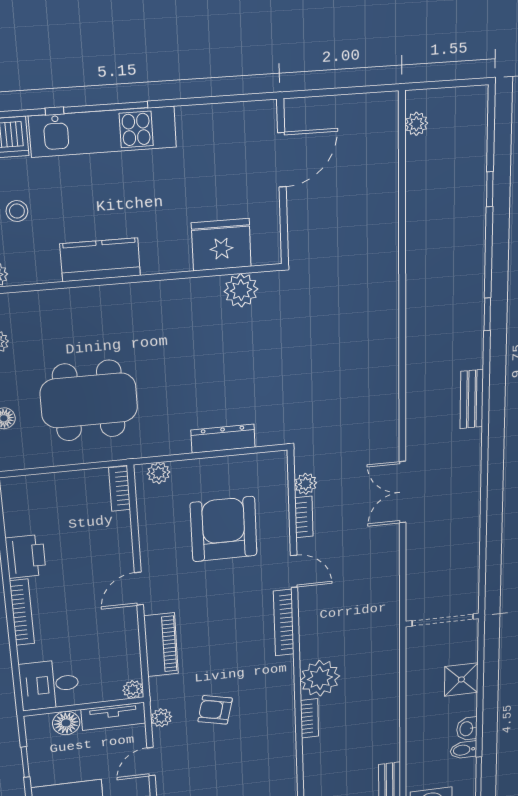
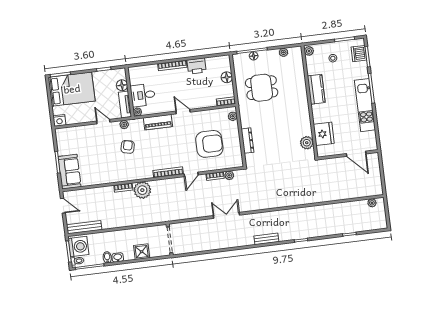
kitchen unit: (103, 132) -> (365, 105), moved
dining table: (89, 400) -> (262, 88), width x0.73
floor lamp: (58, 485) -> (227, 77), added
desk: (49, 685) -> (143, 95), moved, turned -90

